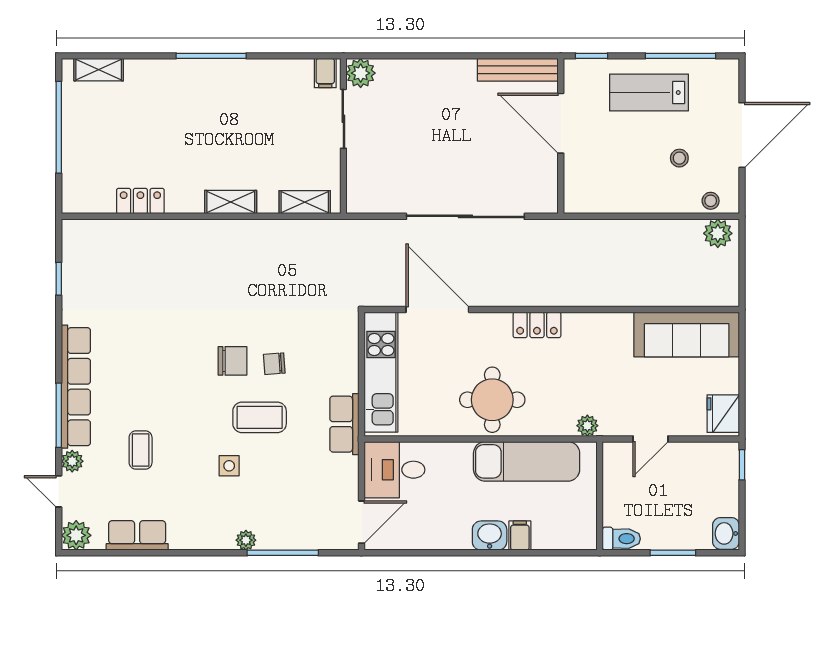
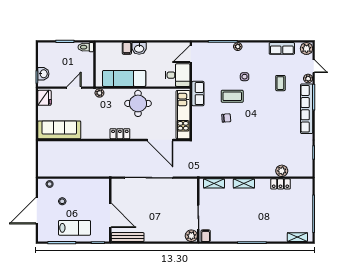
plant: (718, 233) -> (282, 171), moved
chair: (232, 361) -> (243, 119), removed
washbasin: (726, 533) -> (43, 74), moved

